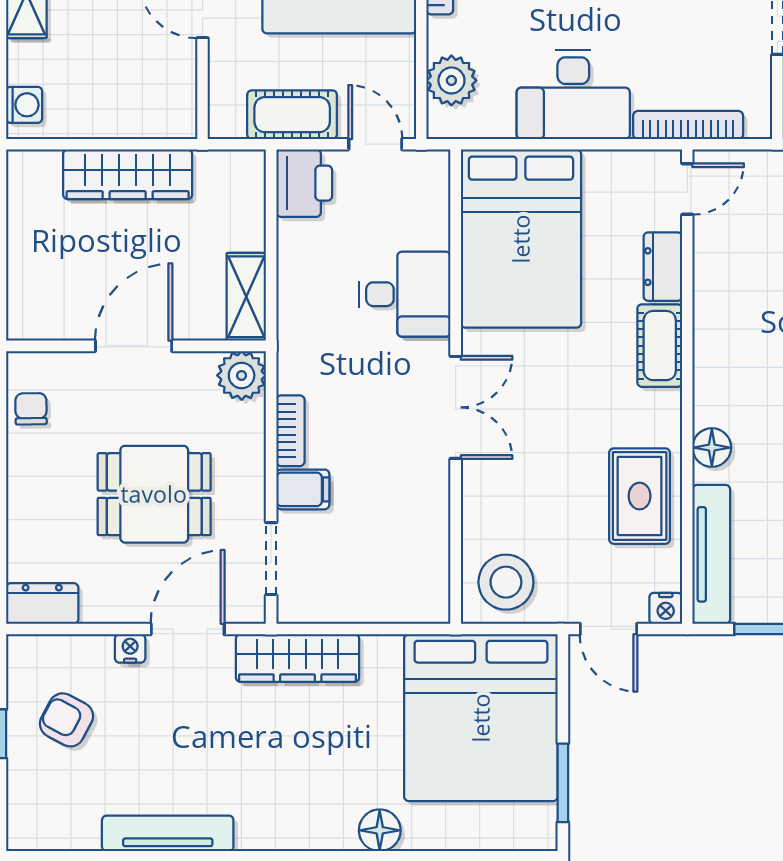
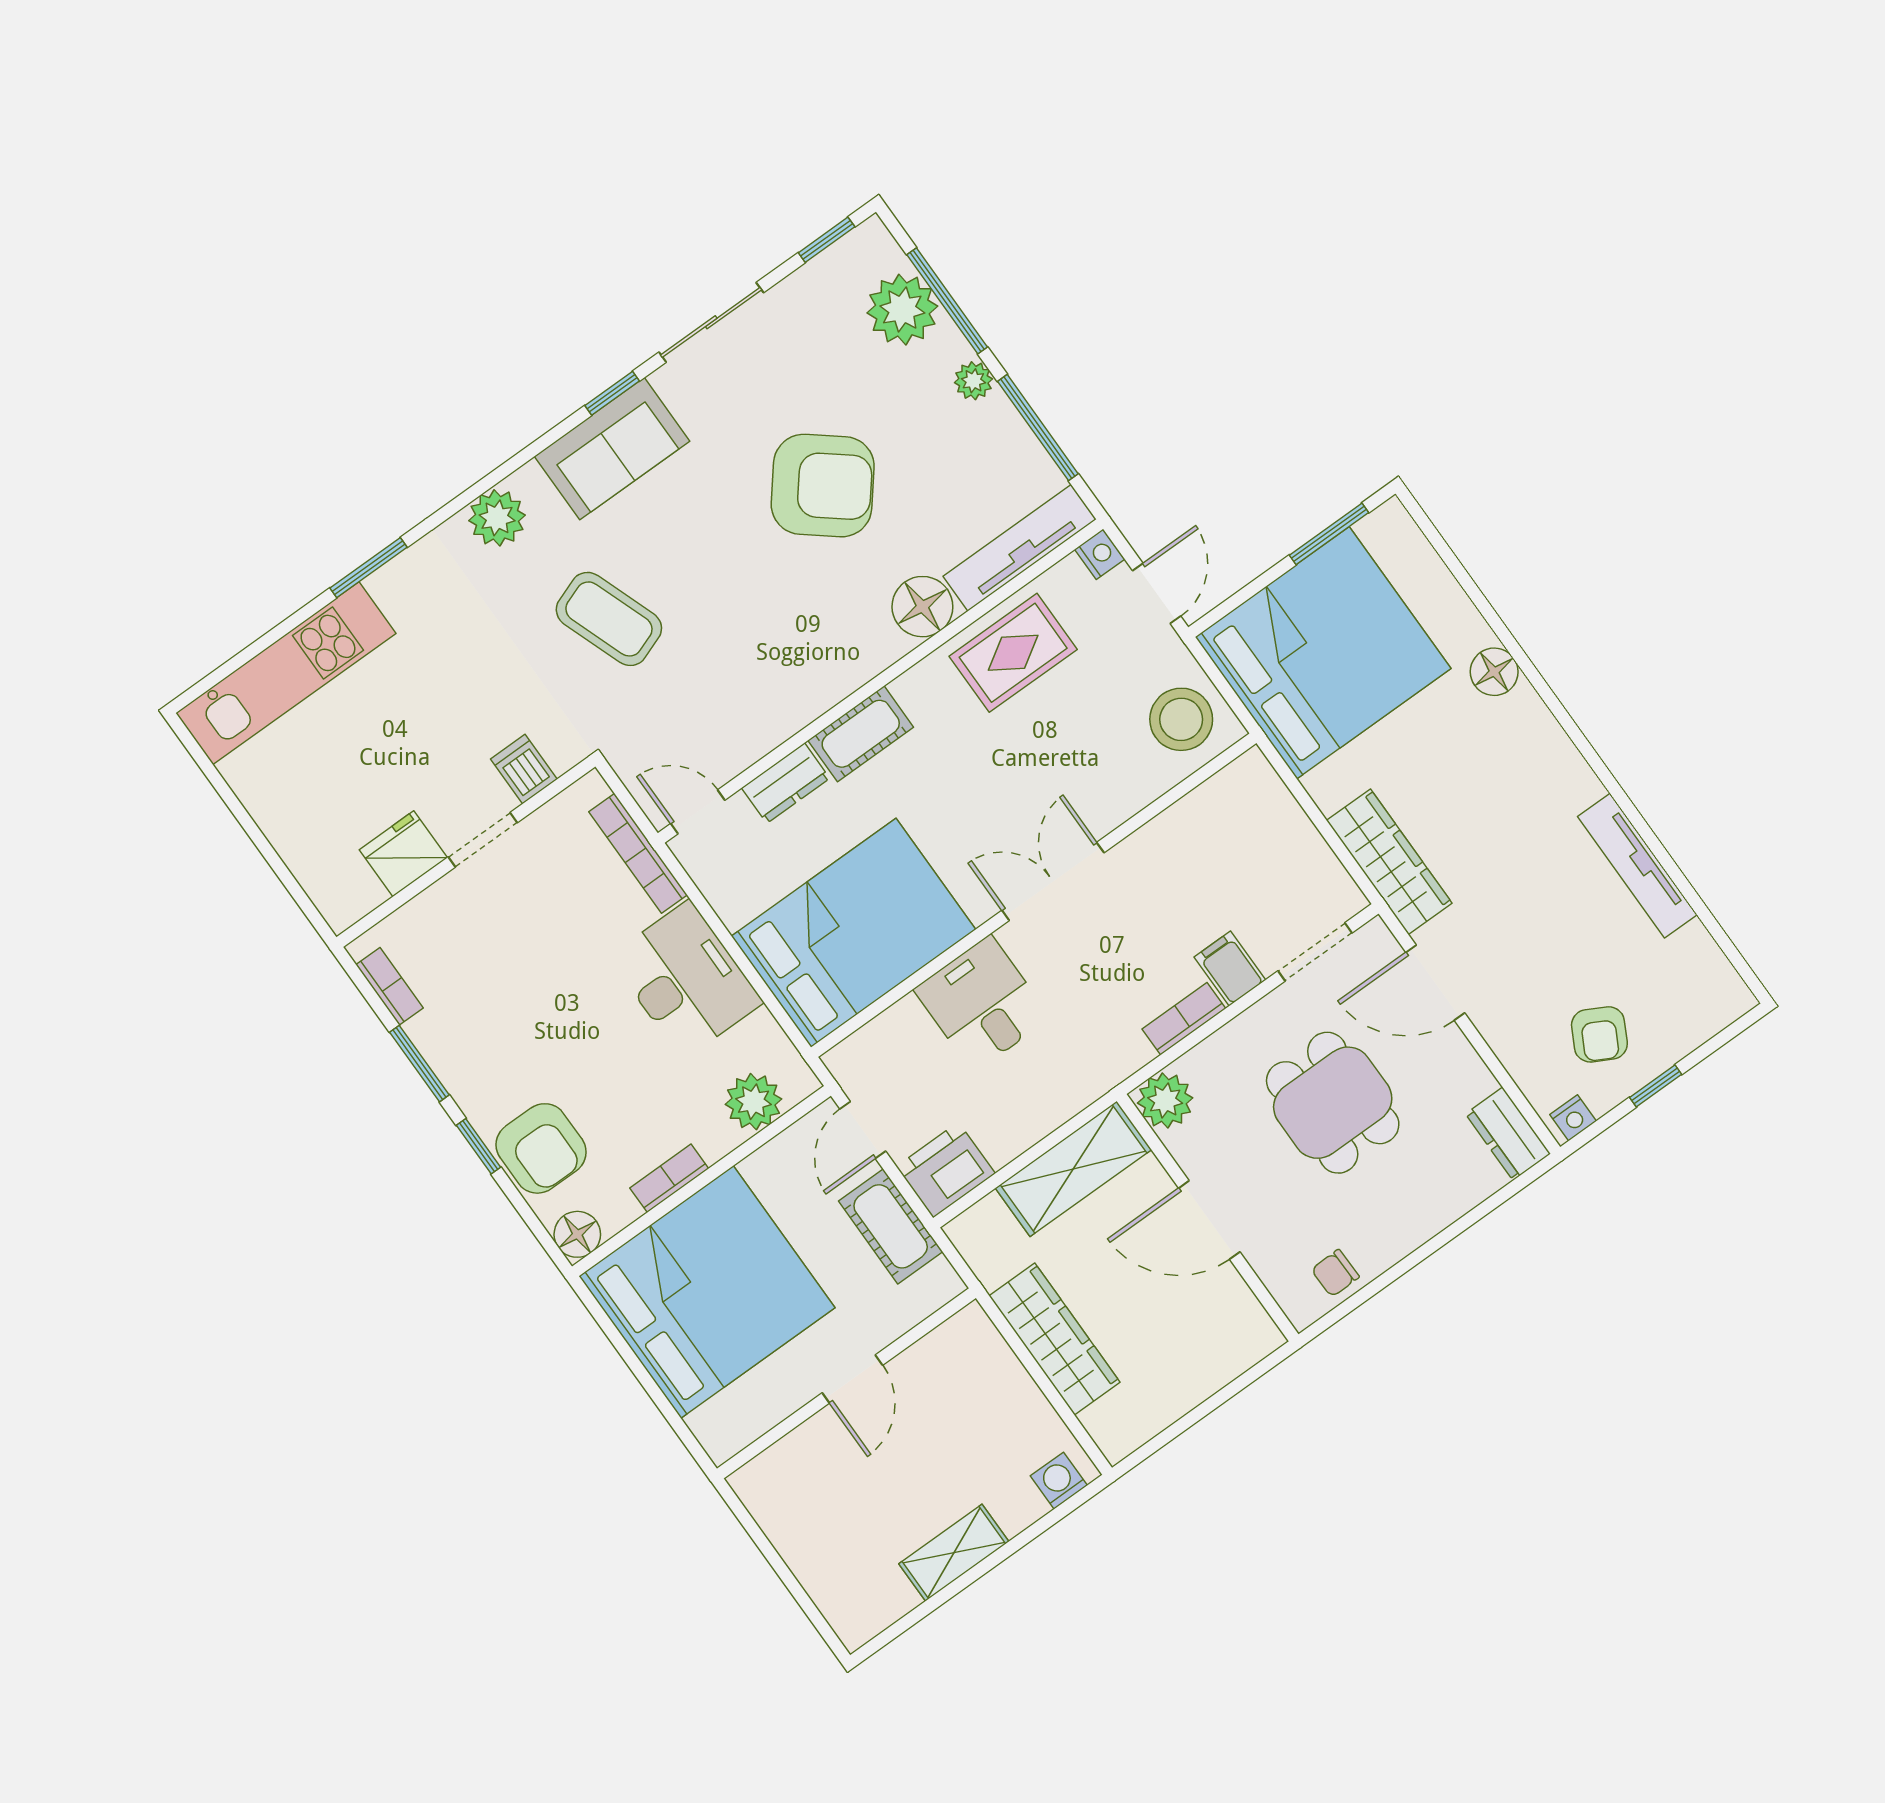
shelving: (246, 297) -> (1073, 1169), width x1.50, depth x1.33
floor lamp: (712, 448) -> (922, 607), width x1.38, depth x1.38
nightstand: (130, 648) -> (1573, 1118), moved, turned -90

